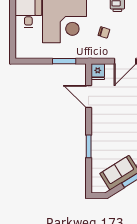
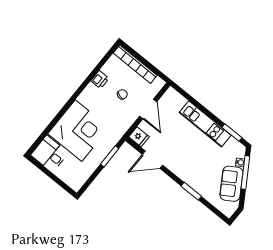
chair: (104, 32) -> (122, 94), moved

